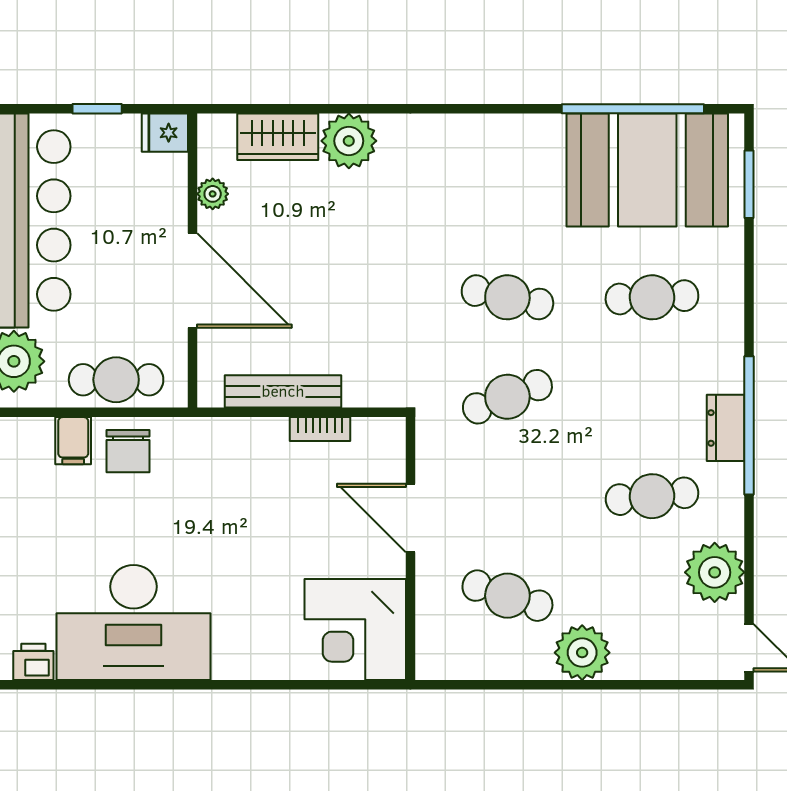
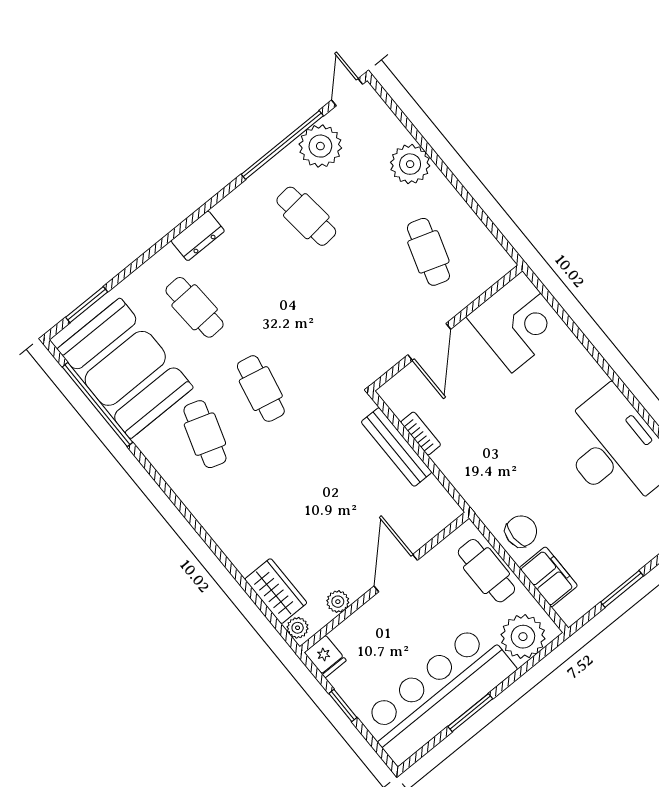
plant: (349, 141) -> (298, 628), moved, width x0.53, depth x0.53
door: (192, 280) -> (396, 573), width x0.73
bench: (283, 391) -> (396, 447), moved
cafe table: (507, 397) -> (205, 434), moved, turned 39
window: (749, 425) -> (282, 145), moved
dresser: (726, 428) -> (198, 236), moved
filing cabinet: (73, 441) -> (548, 577), width x2.00
plant: (582, 653) -> (410, 164), moved

